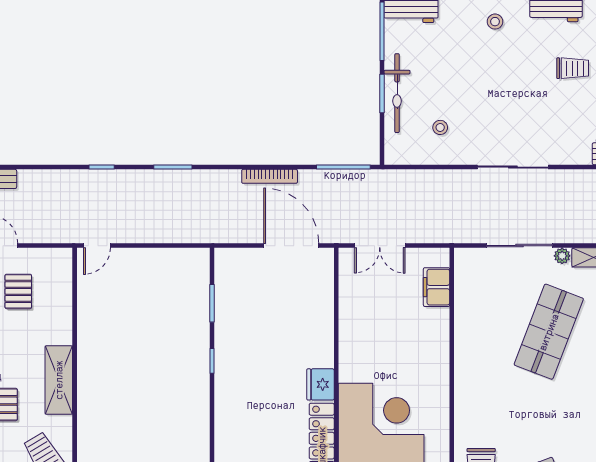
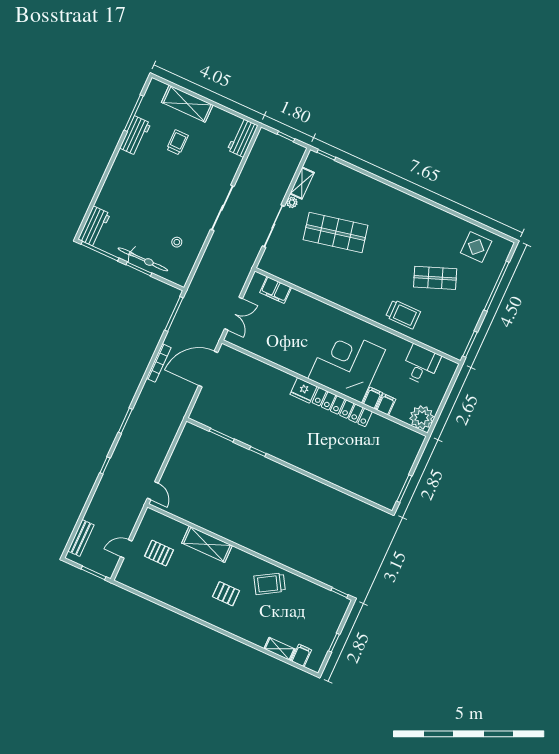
stool: (495, 22) -> (126, 178), removed
shop shelf: (549, 332) -> (336, 232), turned -33
shelving: (59, 380) -> (207, 544), moved

